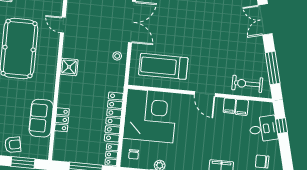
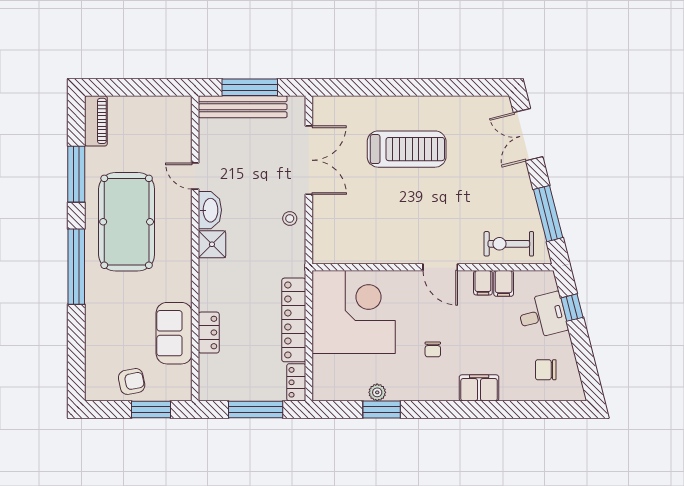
washbasin: (70, 46) -> (210, 210), added
treadmill: (163, 66) -> (407, 149), moved, turned 180
chair: (134, 154) -> (433, 349), moved

